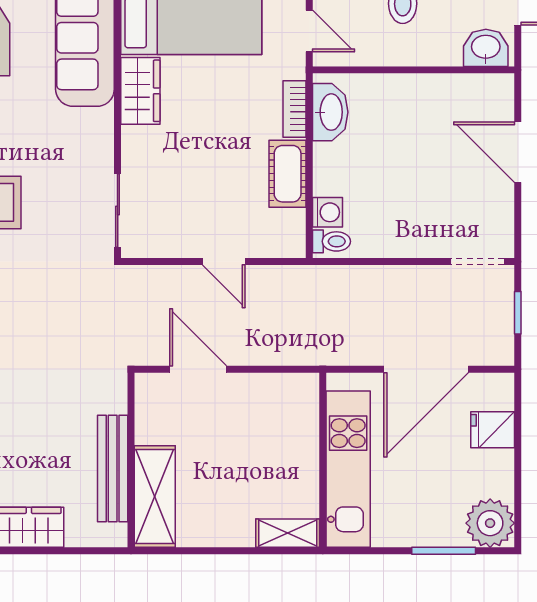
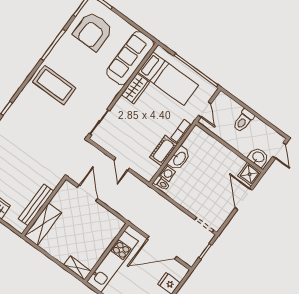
shower: (493, 94) -> (249, 174), added
washbasin: (330, 112) -> (179, 158), moved

